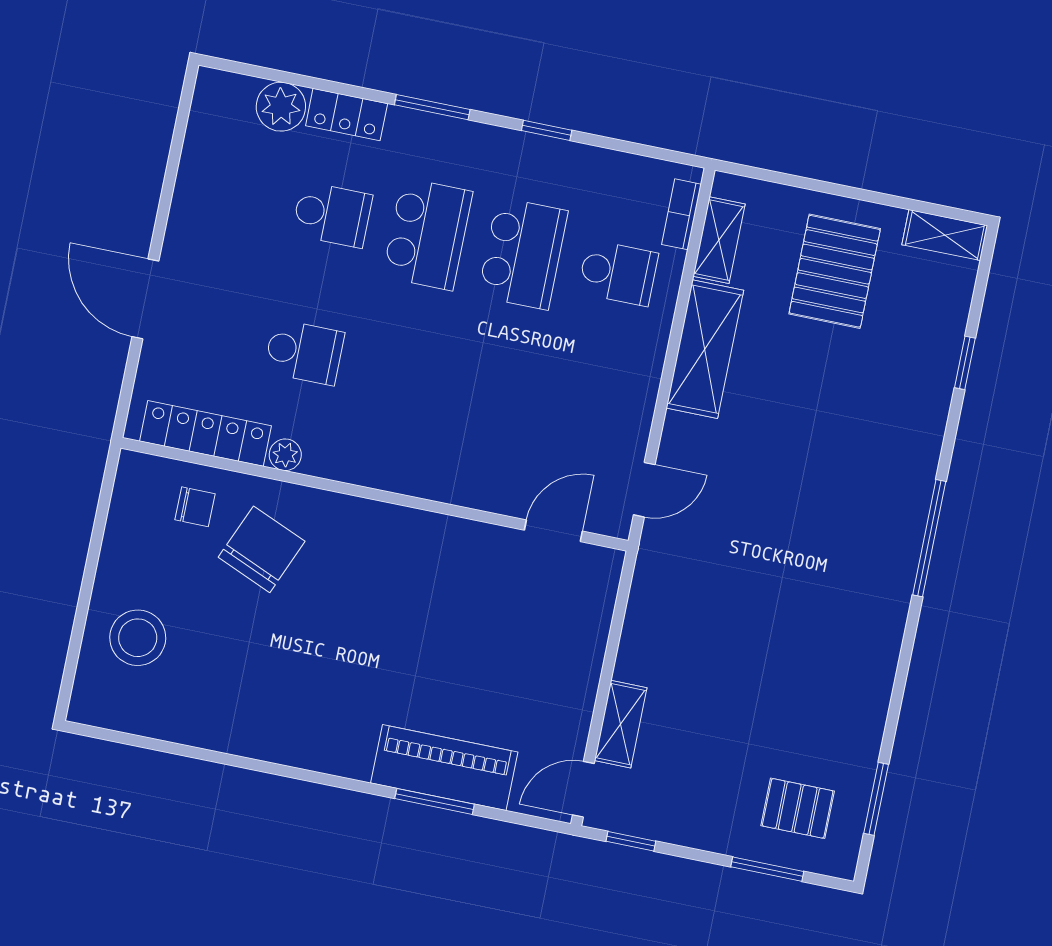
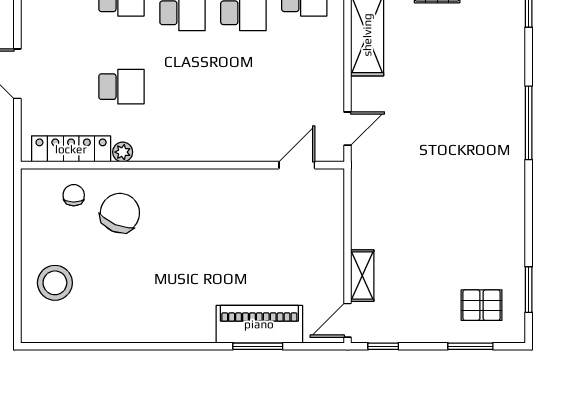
chair: (195, 507) -> (74, 195), turned -90

